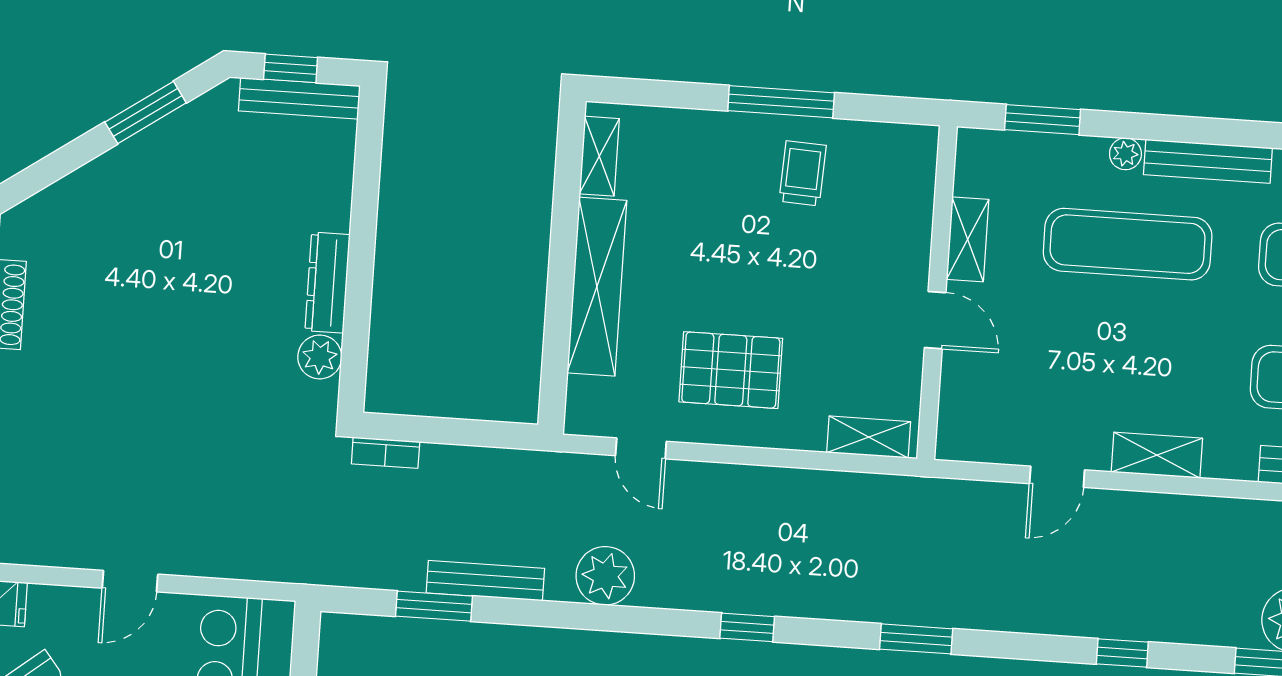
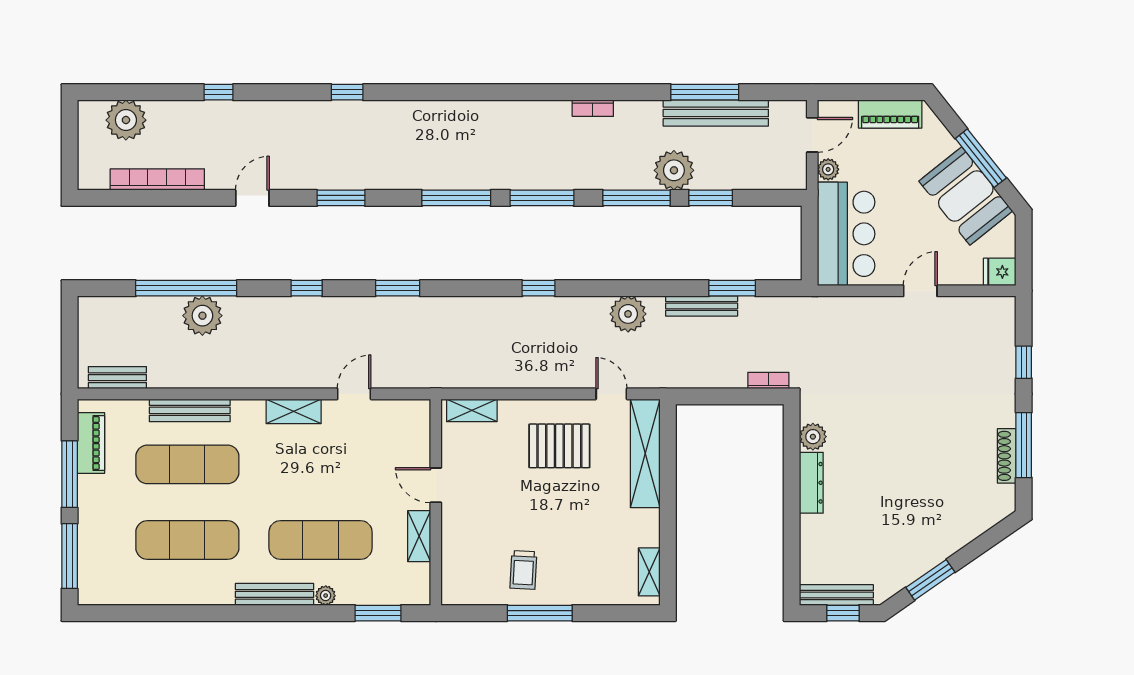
shelving: (597, 287) -> (645, 453), moved
window: (916, 639) -> (398, 288), moved

